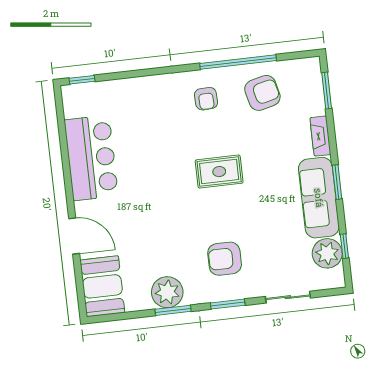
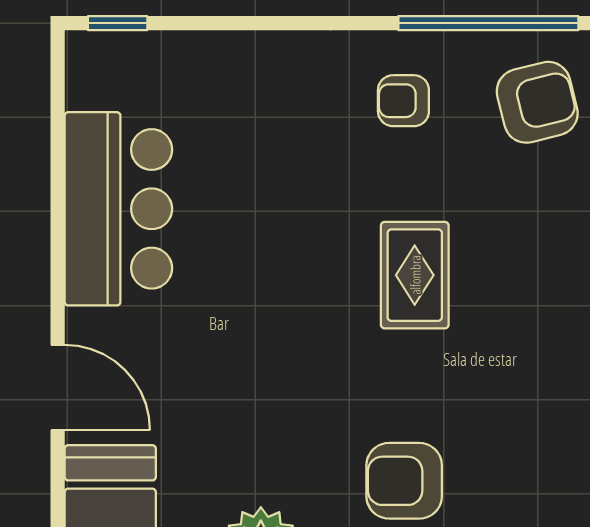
armchair: (206, 99) -> (403, 101), turned 92
rug: (219, 172) -> (415, 275), turned 90

